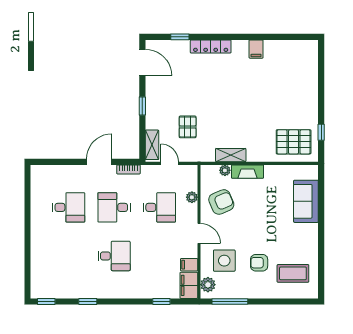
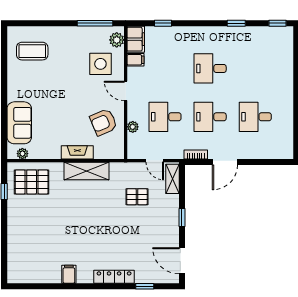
pallet: (188, 127) -> (137, 197), turned 90
shelving: (231, 155) -> (87, 171), width x1.50, depth x1.33
plant: (225, 170) -> (22, 154), moved
desk: (114, 207) -> (210, 117), turned 180
armchair: (259, 263) -> (66, 62), removed

